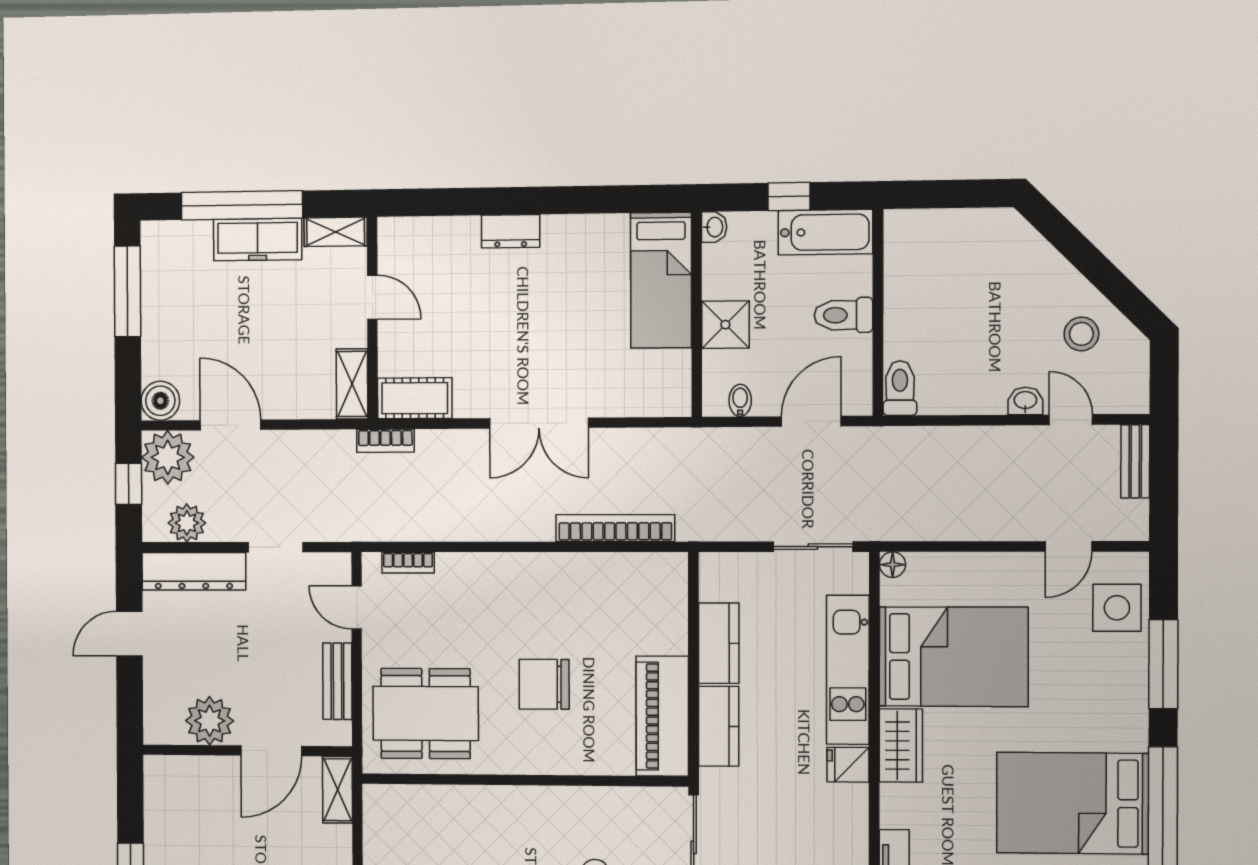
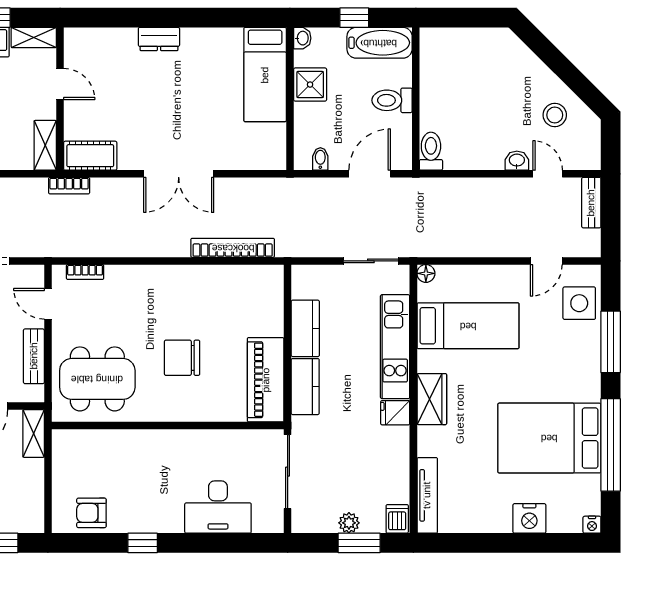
shower: (725, 325) -> (310, 85), moved
bed: (954, 657) -> (468, 326), width x0.67

